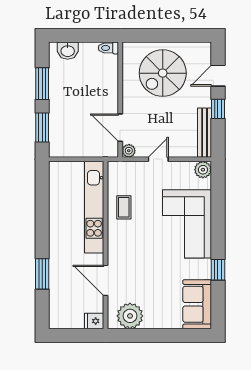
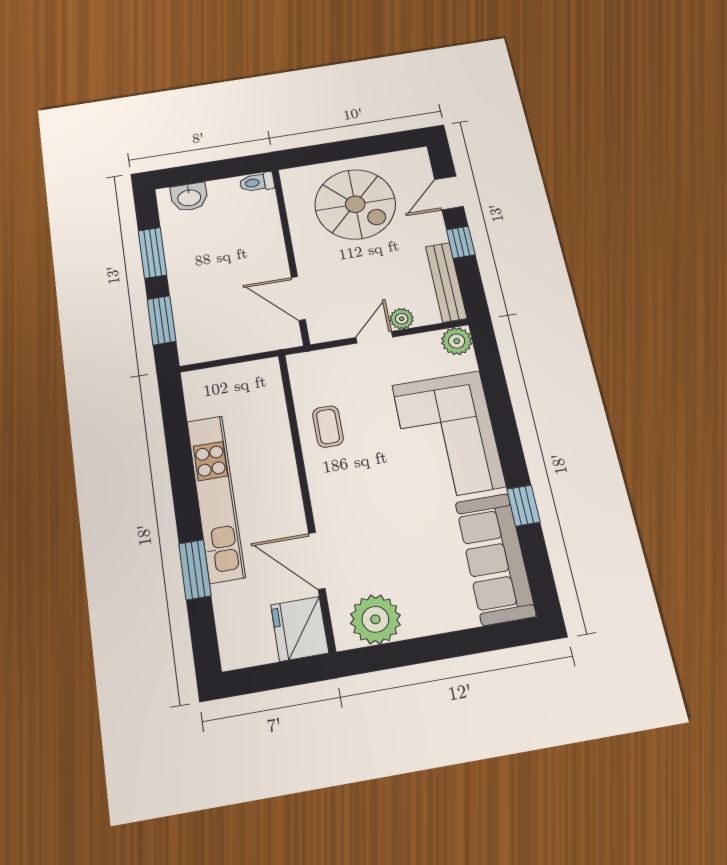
spiral stairs: (163, 73) -> (355, 204), turned -90
plant: (129, 151) -> (402, 319), moved
kitchen unit: (94, 207) -> (216, 498), moved, turned 180
sofa: (197, 304) -> (495, 559), width x1.36
fridge: (94, 321) -> (300, 629), width x1.88, depth x1.34

